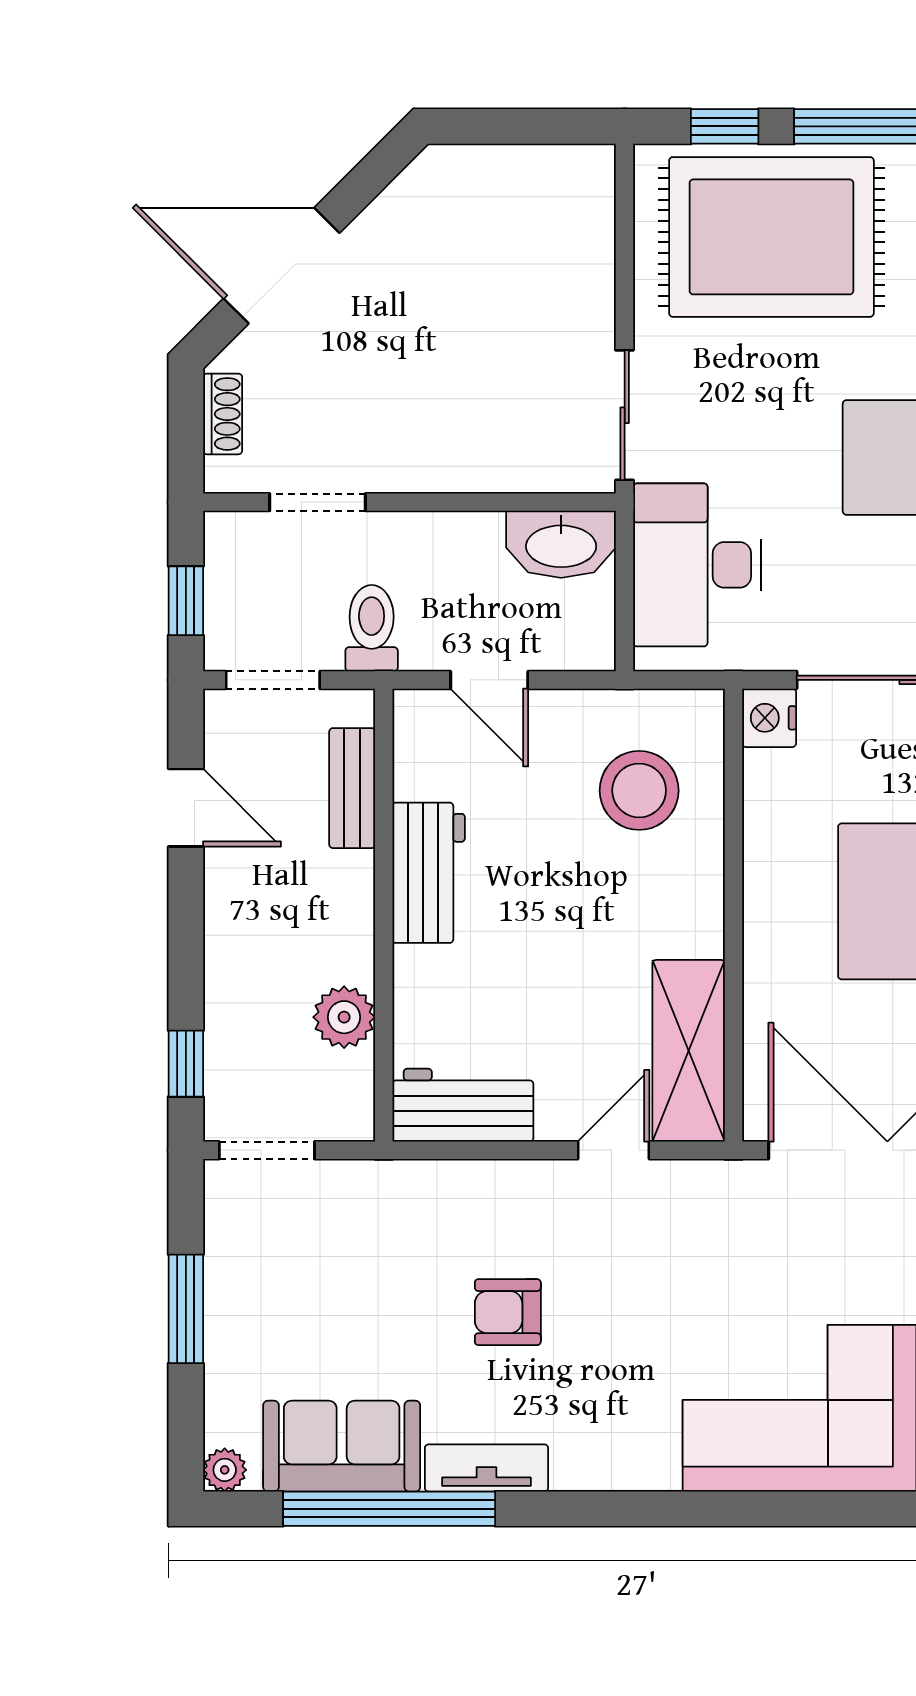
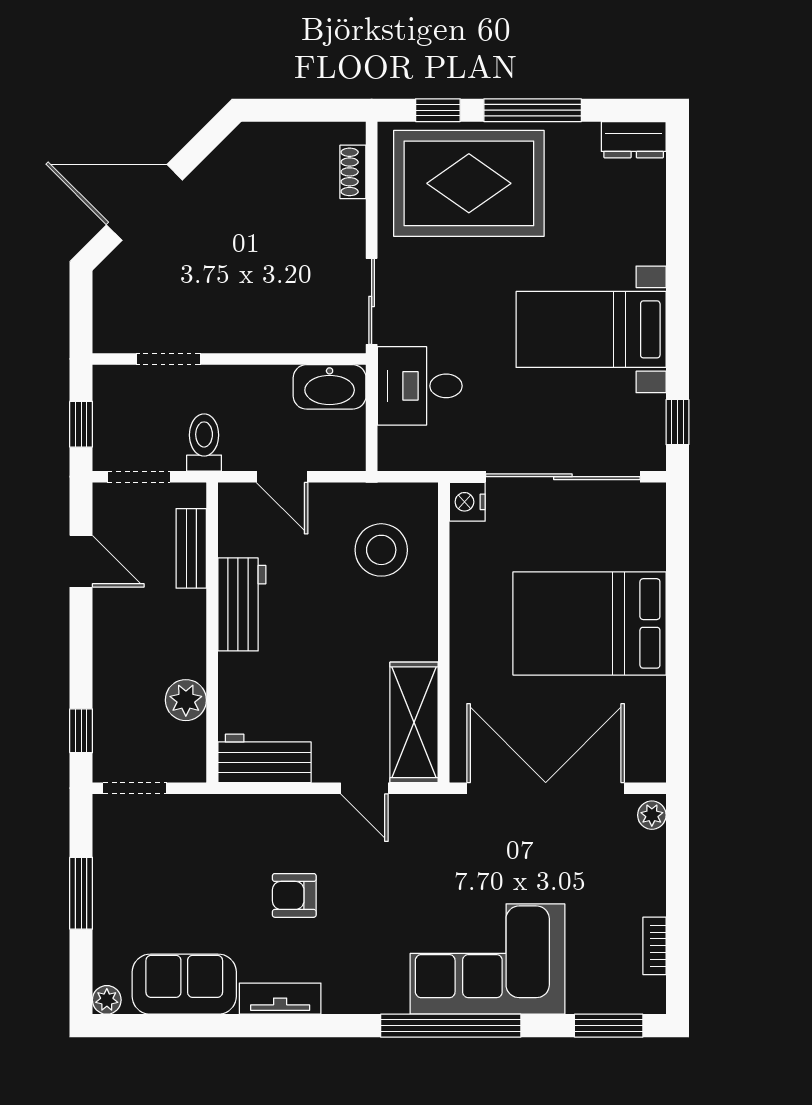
shoe rack: (223, 414) -> (353, 172), moved, turned 180
desk: (697, 565) -> (420, 386), width x0.73
door: (614, 1150) -> (364, 788), swing flipped
window: (389, 1509) -> (451, 1026), moved

